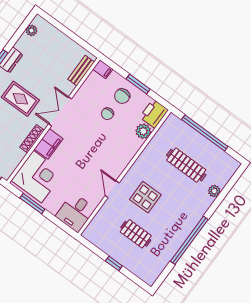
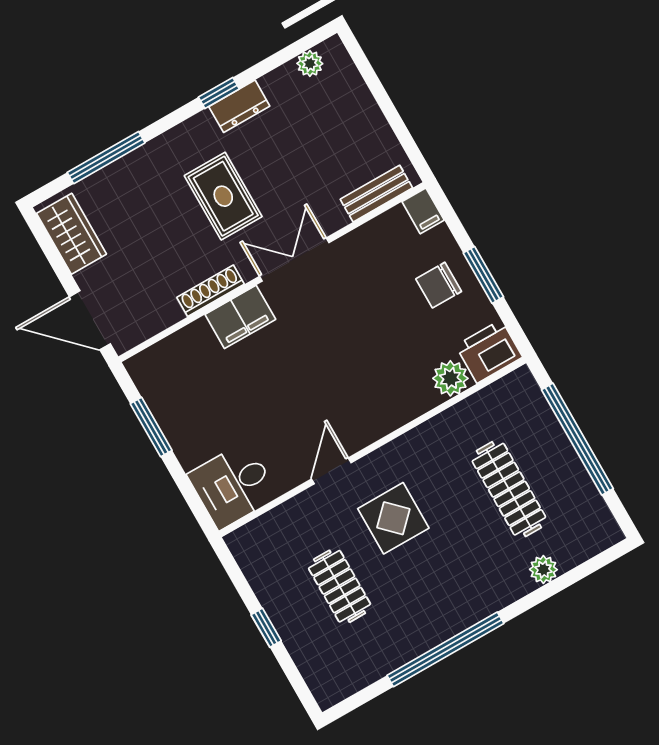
chair: (108, 114) -> (392, 308), removed
corner desk: (37, 177) -> (187, 375), removed

